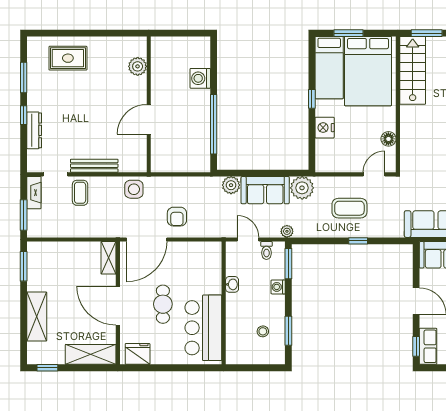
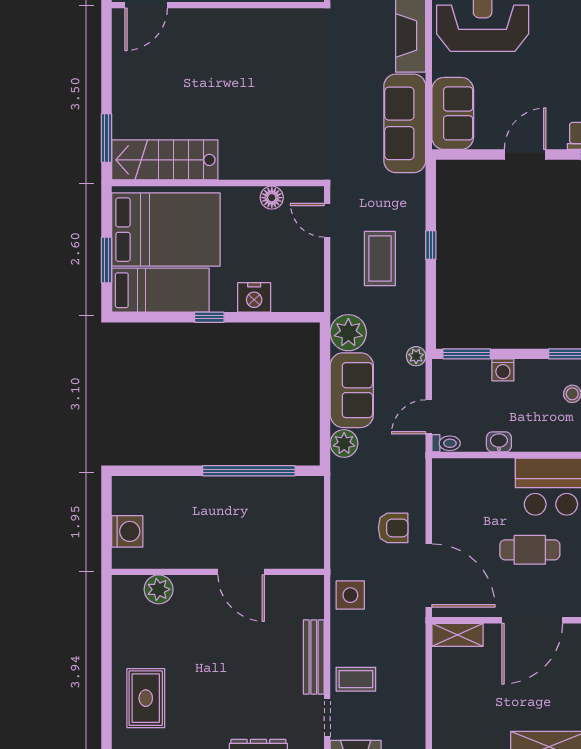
washing machine: (200, 78) -> (127, 531), moved, turned -90
toilet: (266, 250) -> (446, 443), moved

